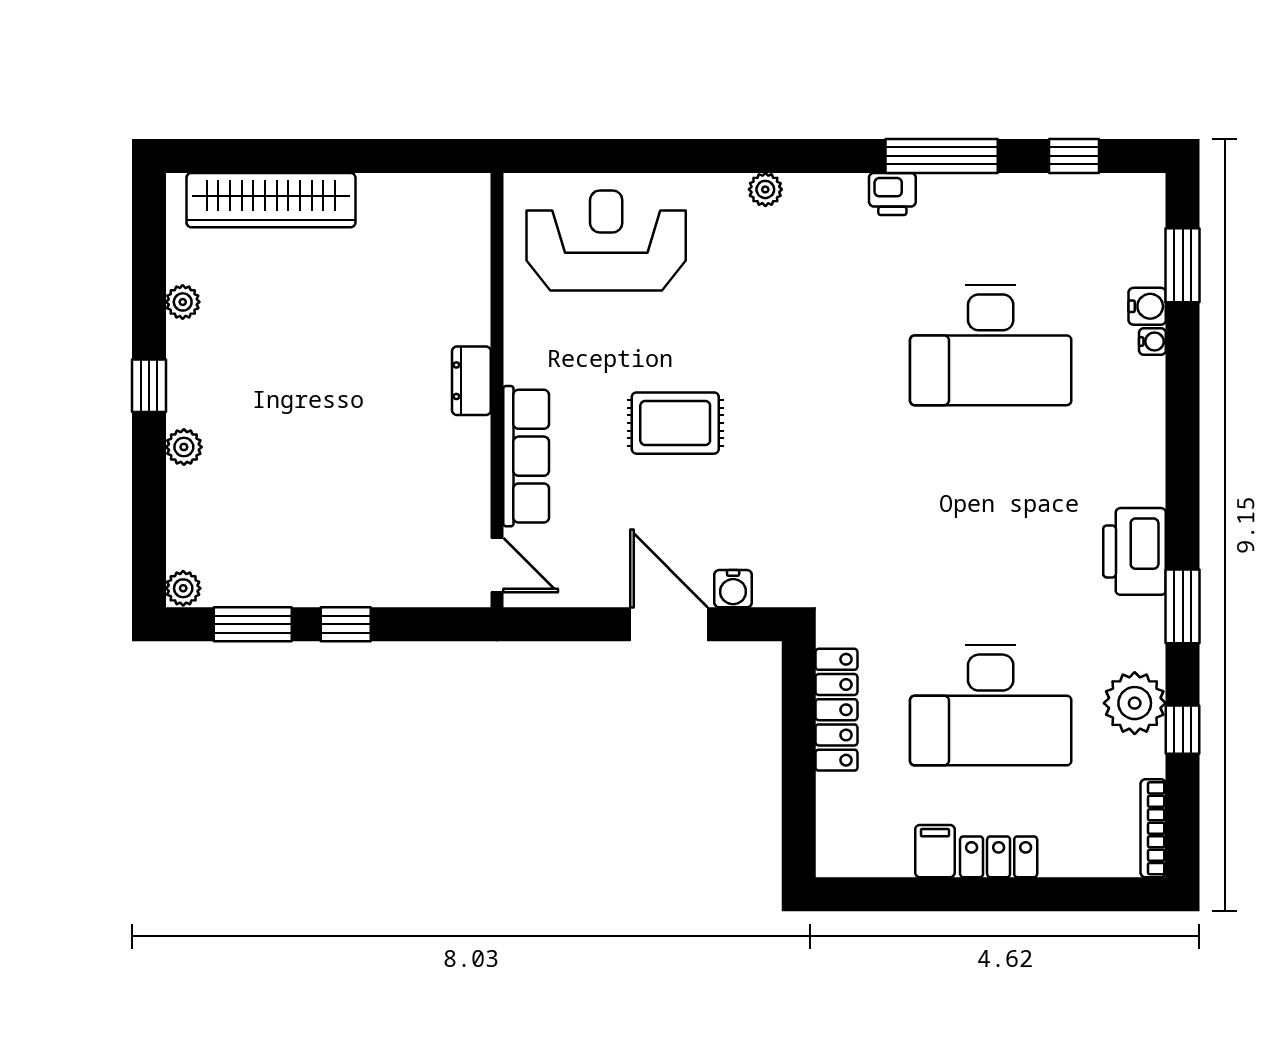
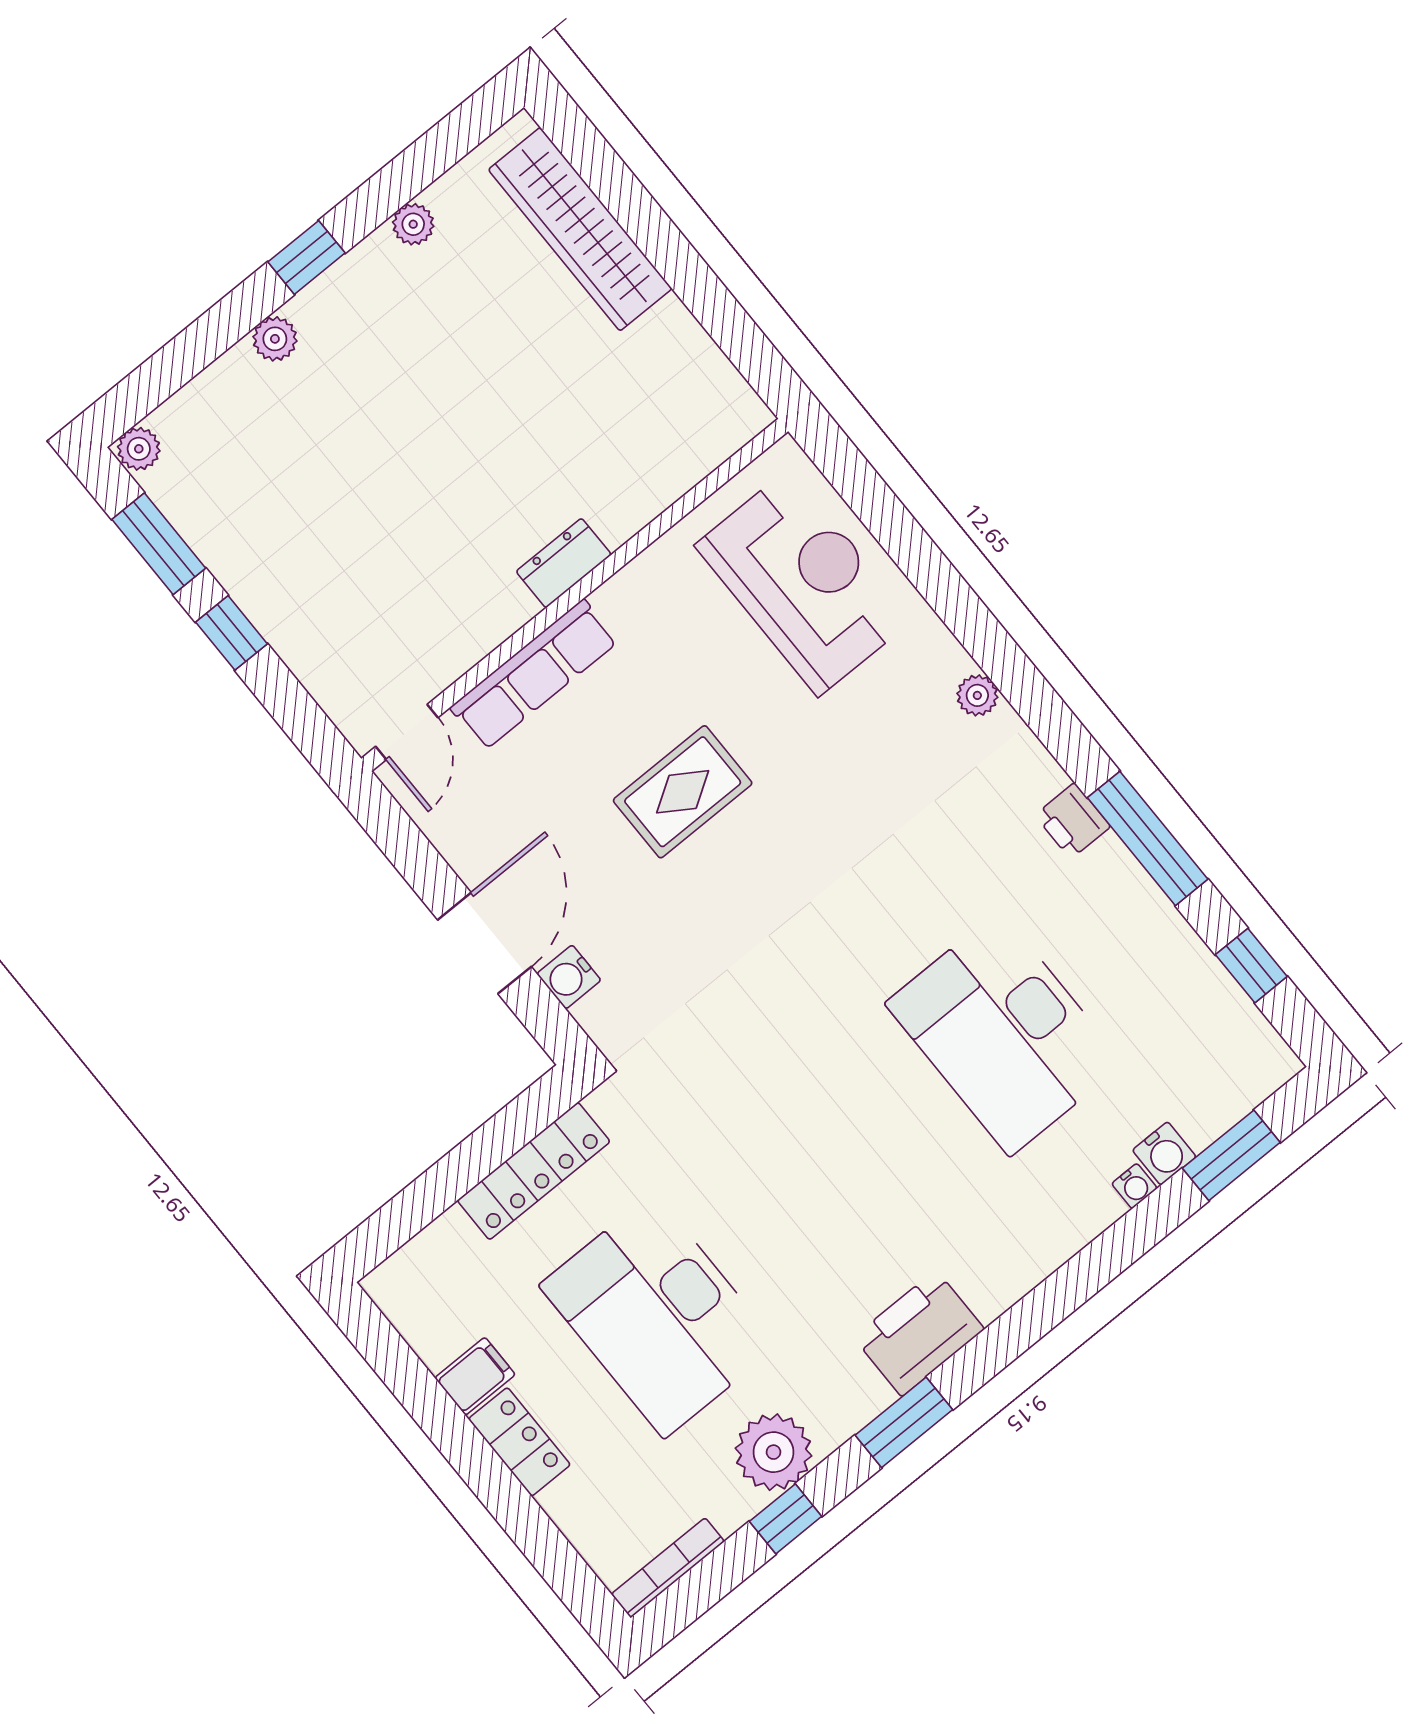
rug: (675, 423) -> (683, 792), turned 90

